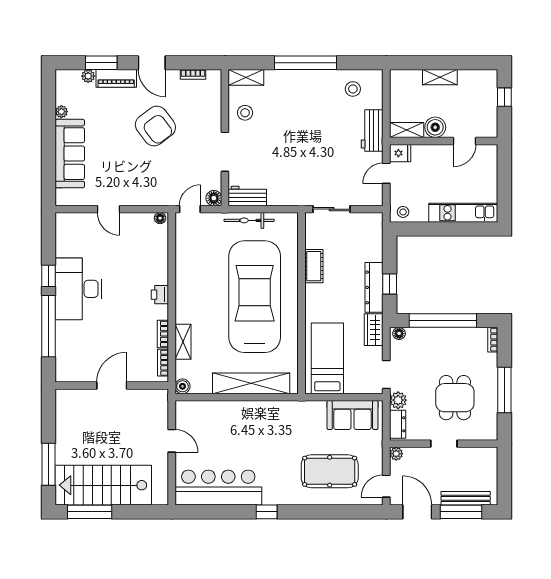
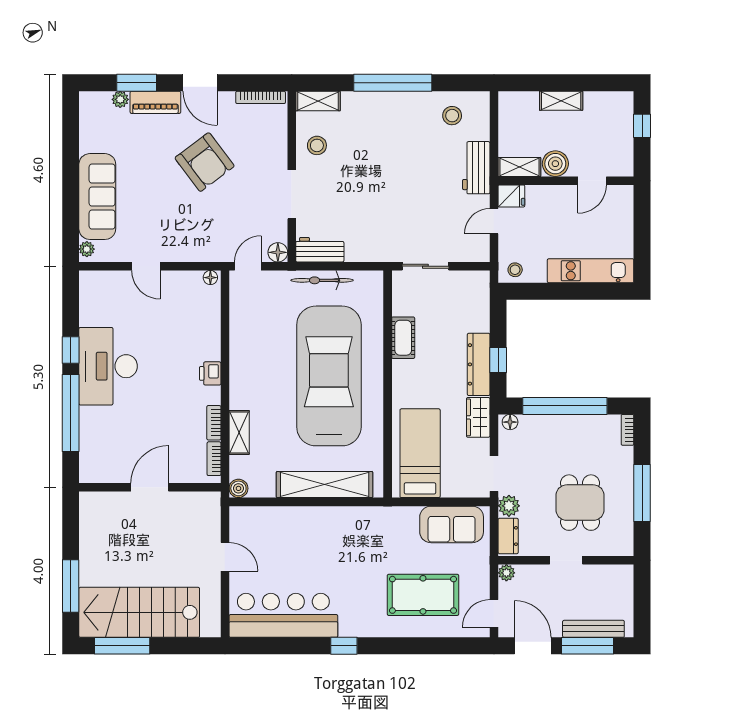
bookcase: (193, 74) -> (261, 97), width x1.56
plant: (61, 112) -> (87, 249), moved

